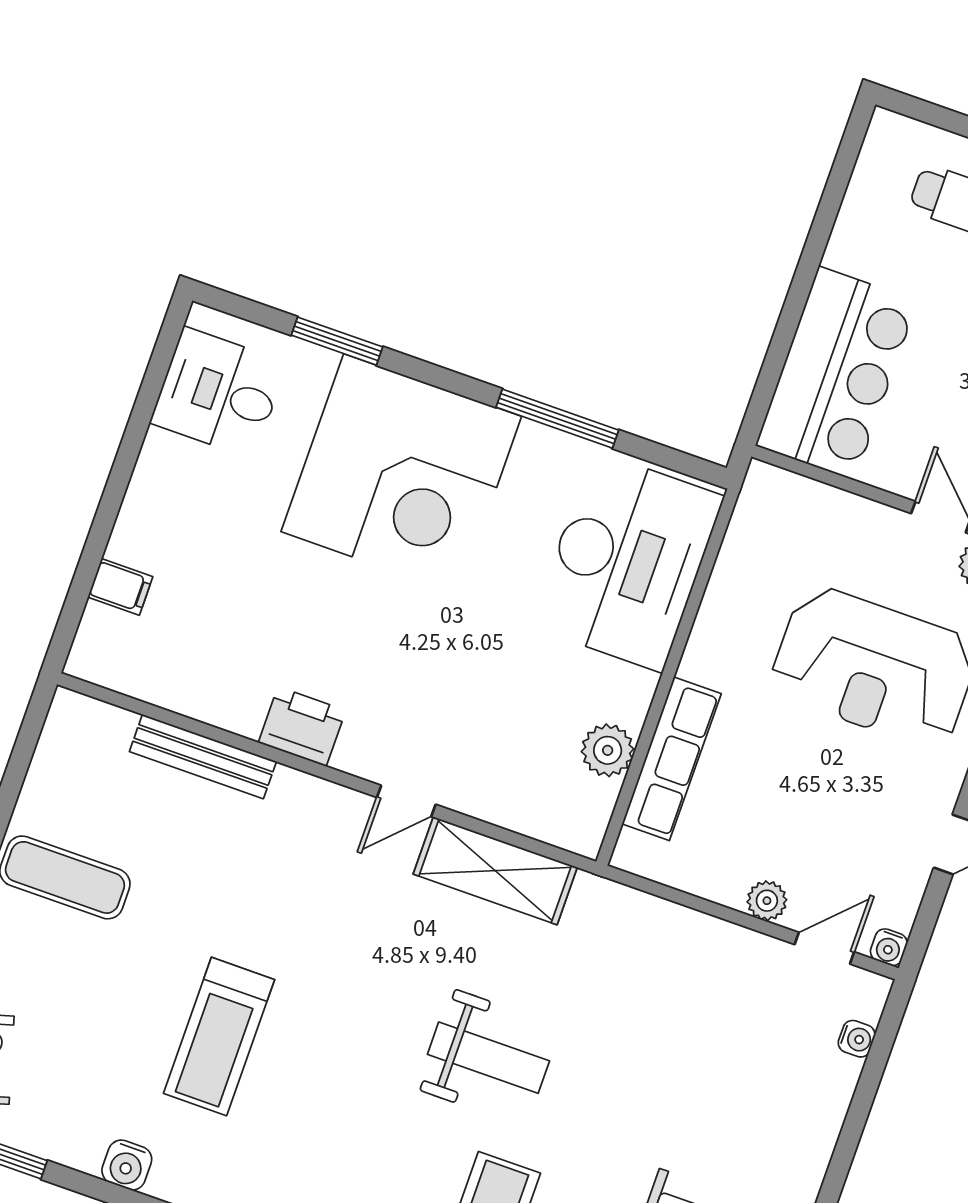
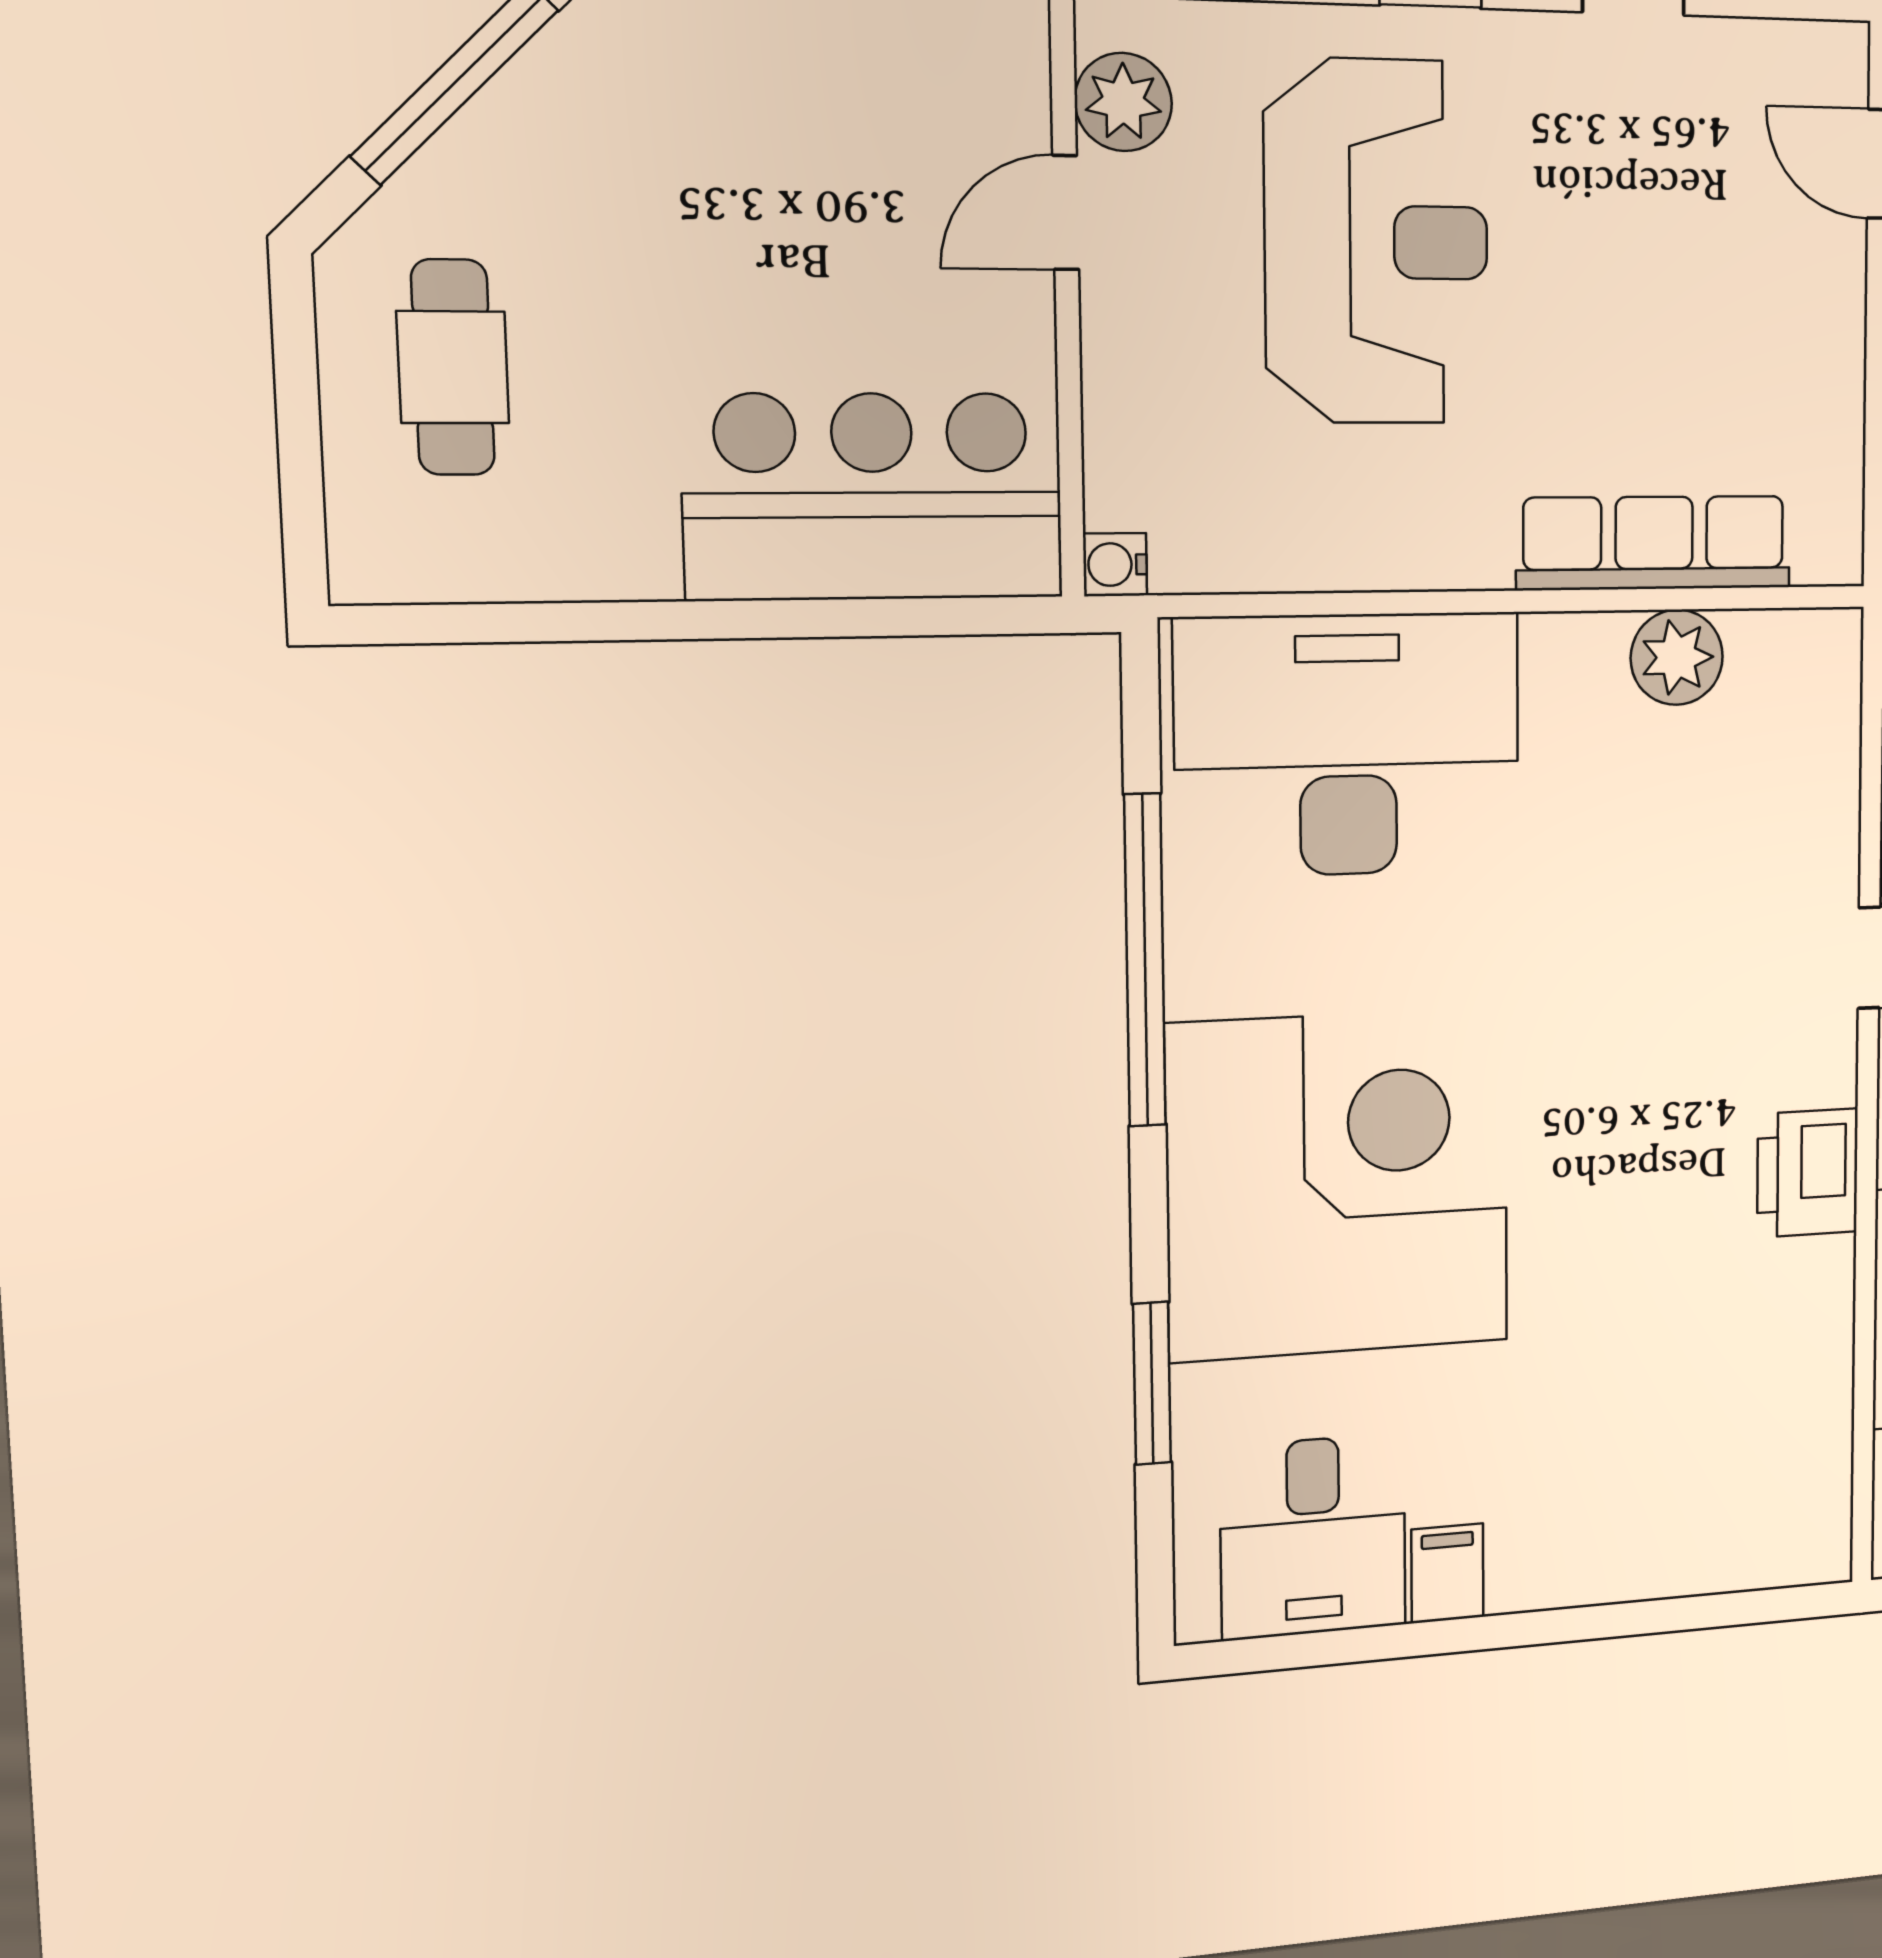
window: (557, 419) -> (1145, 961), width x1.46
filing cabinet: (120, 587) -> (1447, 1573), moved
plant: (767, 901) -> (1833, 292), removed
water cooler: (889, 947) -> (1115, 565), moved, turned 180

